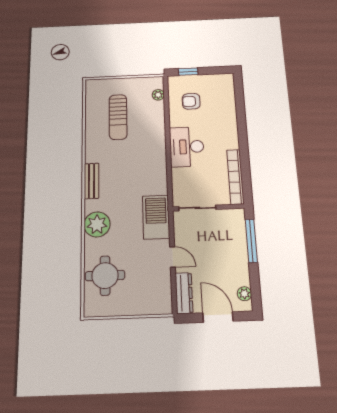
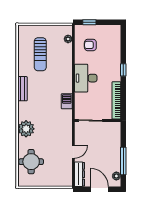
window: (242, 133) -> (123, 70), added
bench: (91, 181) -> (22, 89), moved
barbecue: (156, 217) -> (67, 101), moved, width x0.53, depth x0.65
window: (251, 241) -> (123, 161), moved
door: (173, 257) -> (73, 152), hinge flipped

